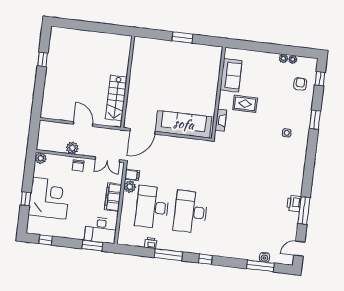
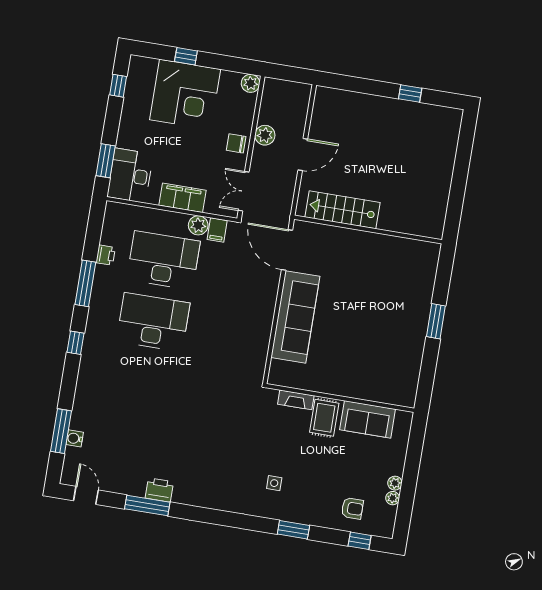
sofa: (231, 75) -> (368, 419), moved
wall: (218, 93) -> (340, 398), moved
fireplace: (221, 120) -> (296, 400), moved

